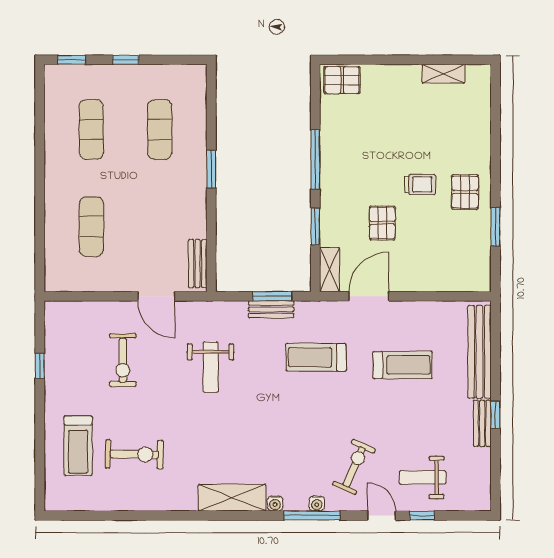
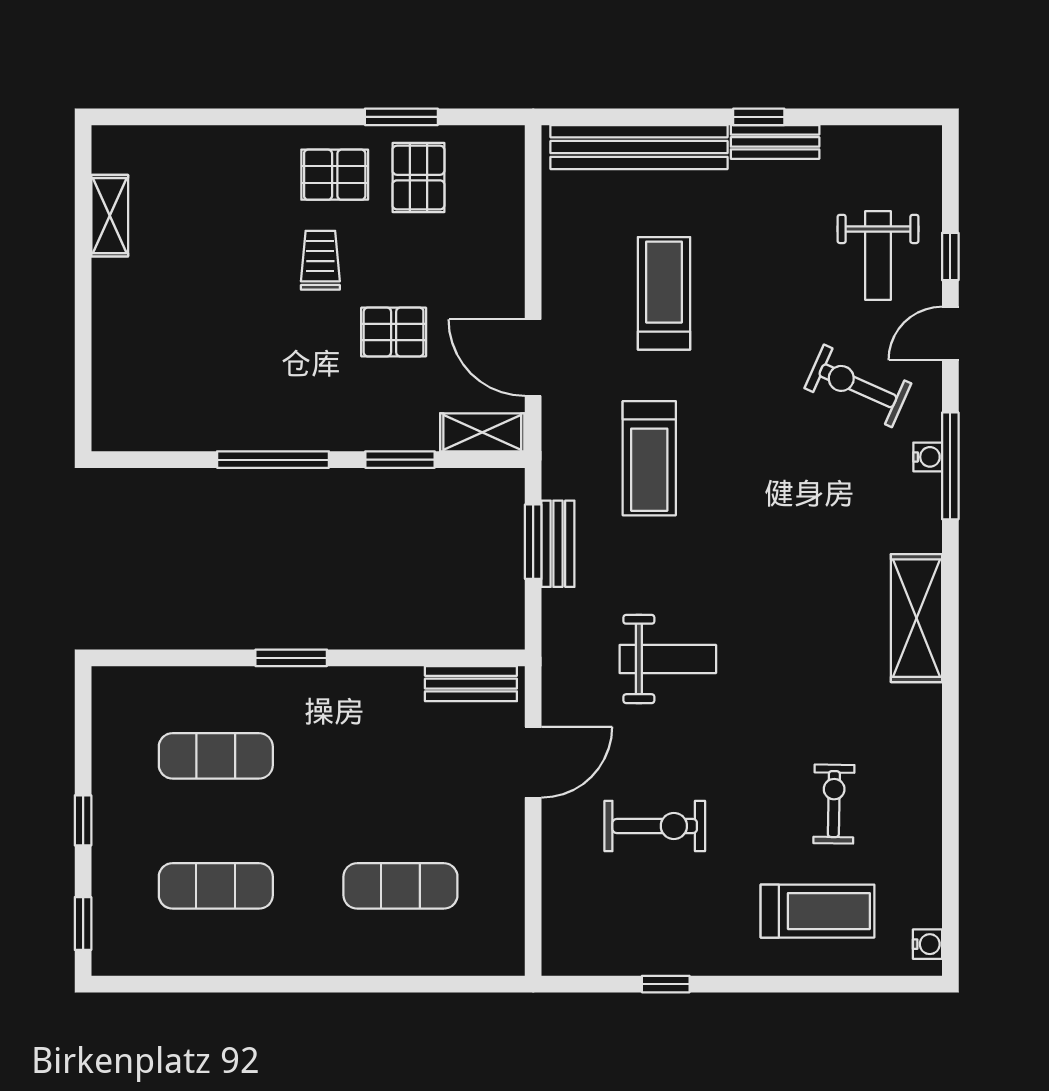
pallet: (342, 80) -> (418, 178), moved
exercise bike: (134, 454) -> (834, 804), width x0.73, depth x0.72
water cooler: (275, 503) -> (927, 944), moved

